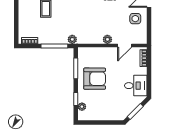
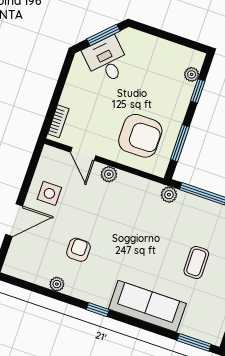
door: (125, 45) -> (83, 154), swing flipped
armchair: (95, 79) -> (140, 136), moved, turned 180
desk: (136, 86) -> (107, 60), moved, turned 45

